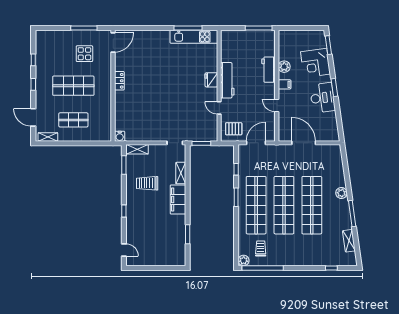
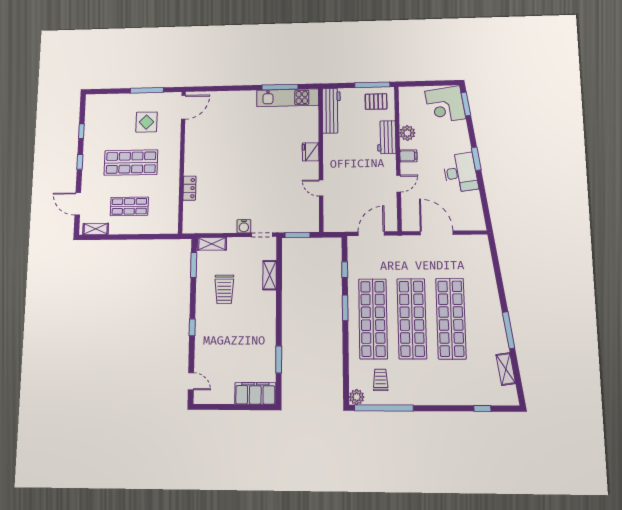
corner desk: (315, 63) -> (445, 105), moved
workbench: (227, 80) -> (331, 111), moved
locker: (119, 81) -> (189, 188), moved
door: (277, 105) -> (399, 184), swing flipped
pallet: (234, 129) -> (376, 102), moved
water cooler: (120, 136) -> (244, 226), moved
trolley: (147, 183) -> (224, 289), turned -90
plant: (341, 193) -> (492, 301), removed
filing cabinet: (178, 199) -> (255, 393), moved, turned 90

